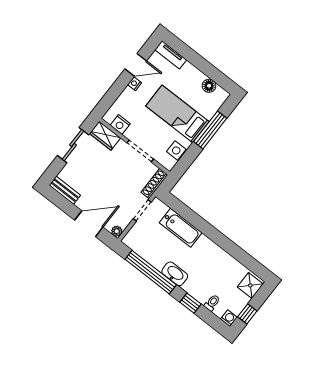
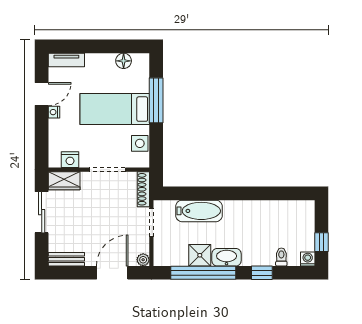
shower: (250, 285) -> (200, 255), moved

